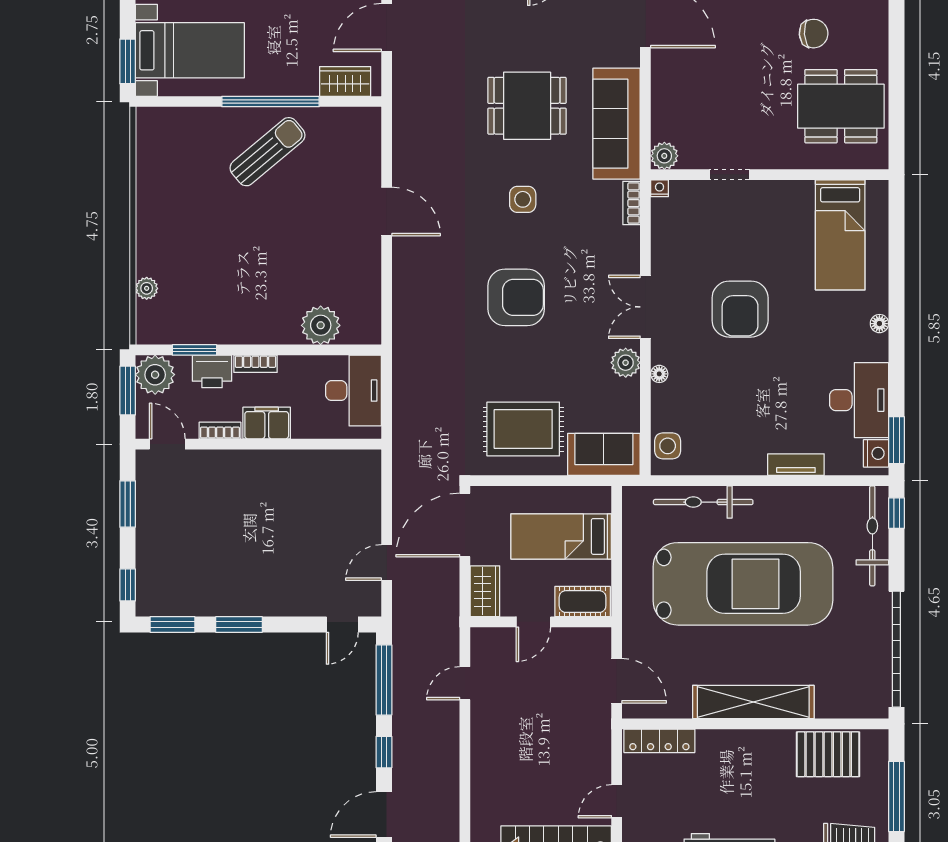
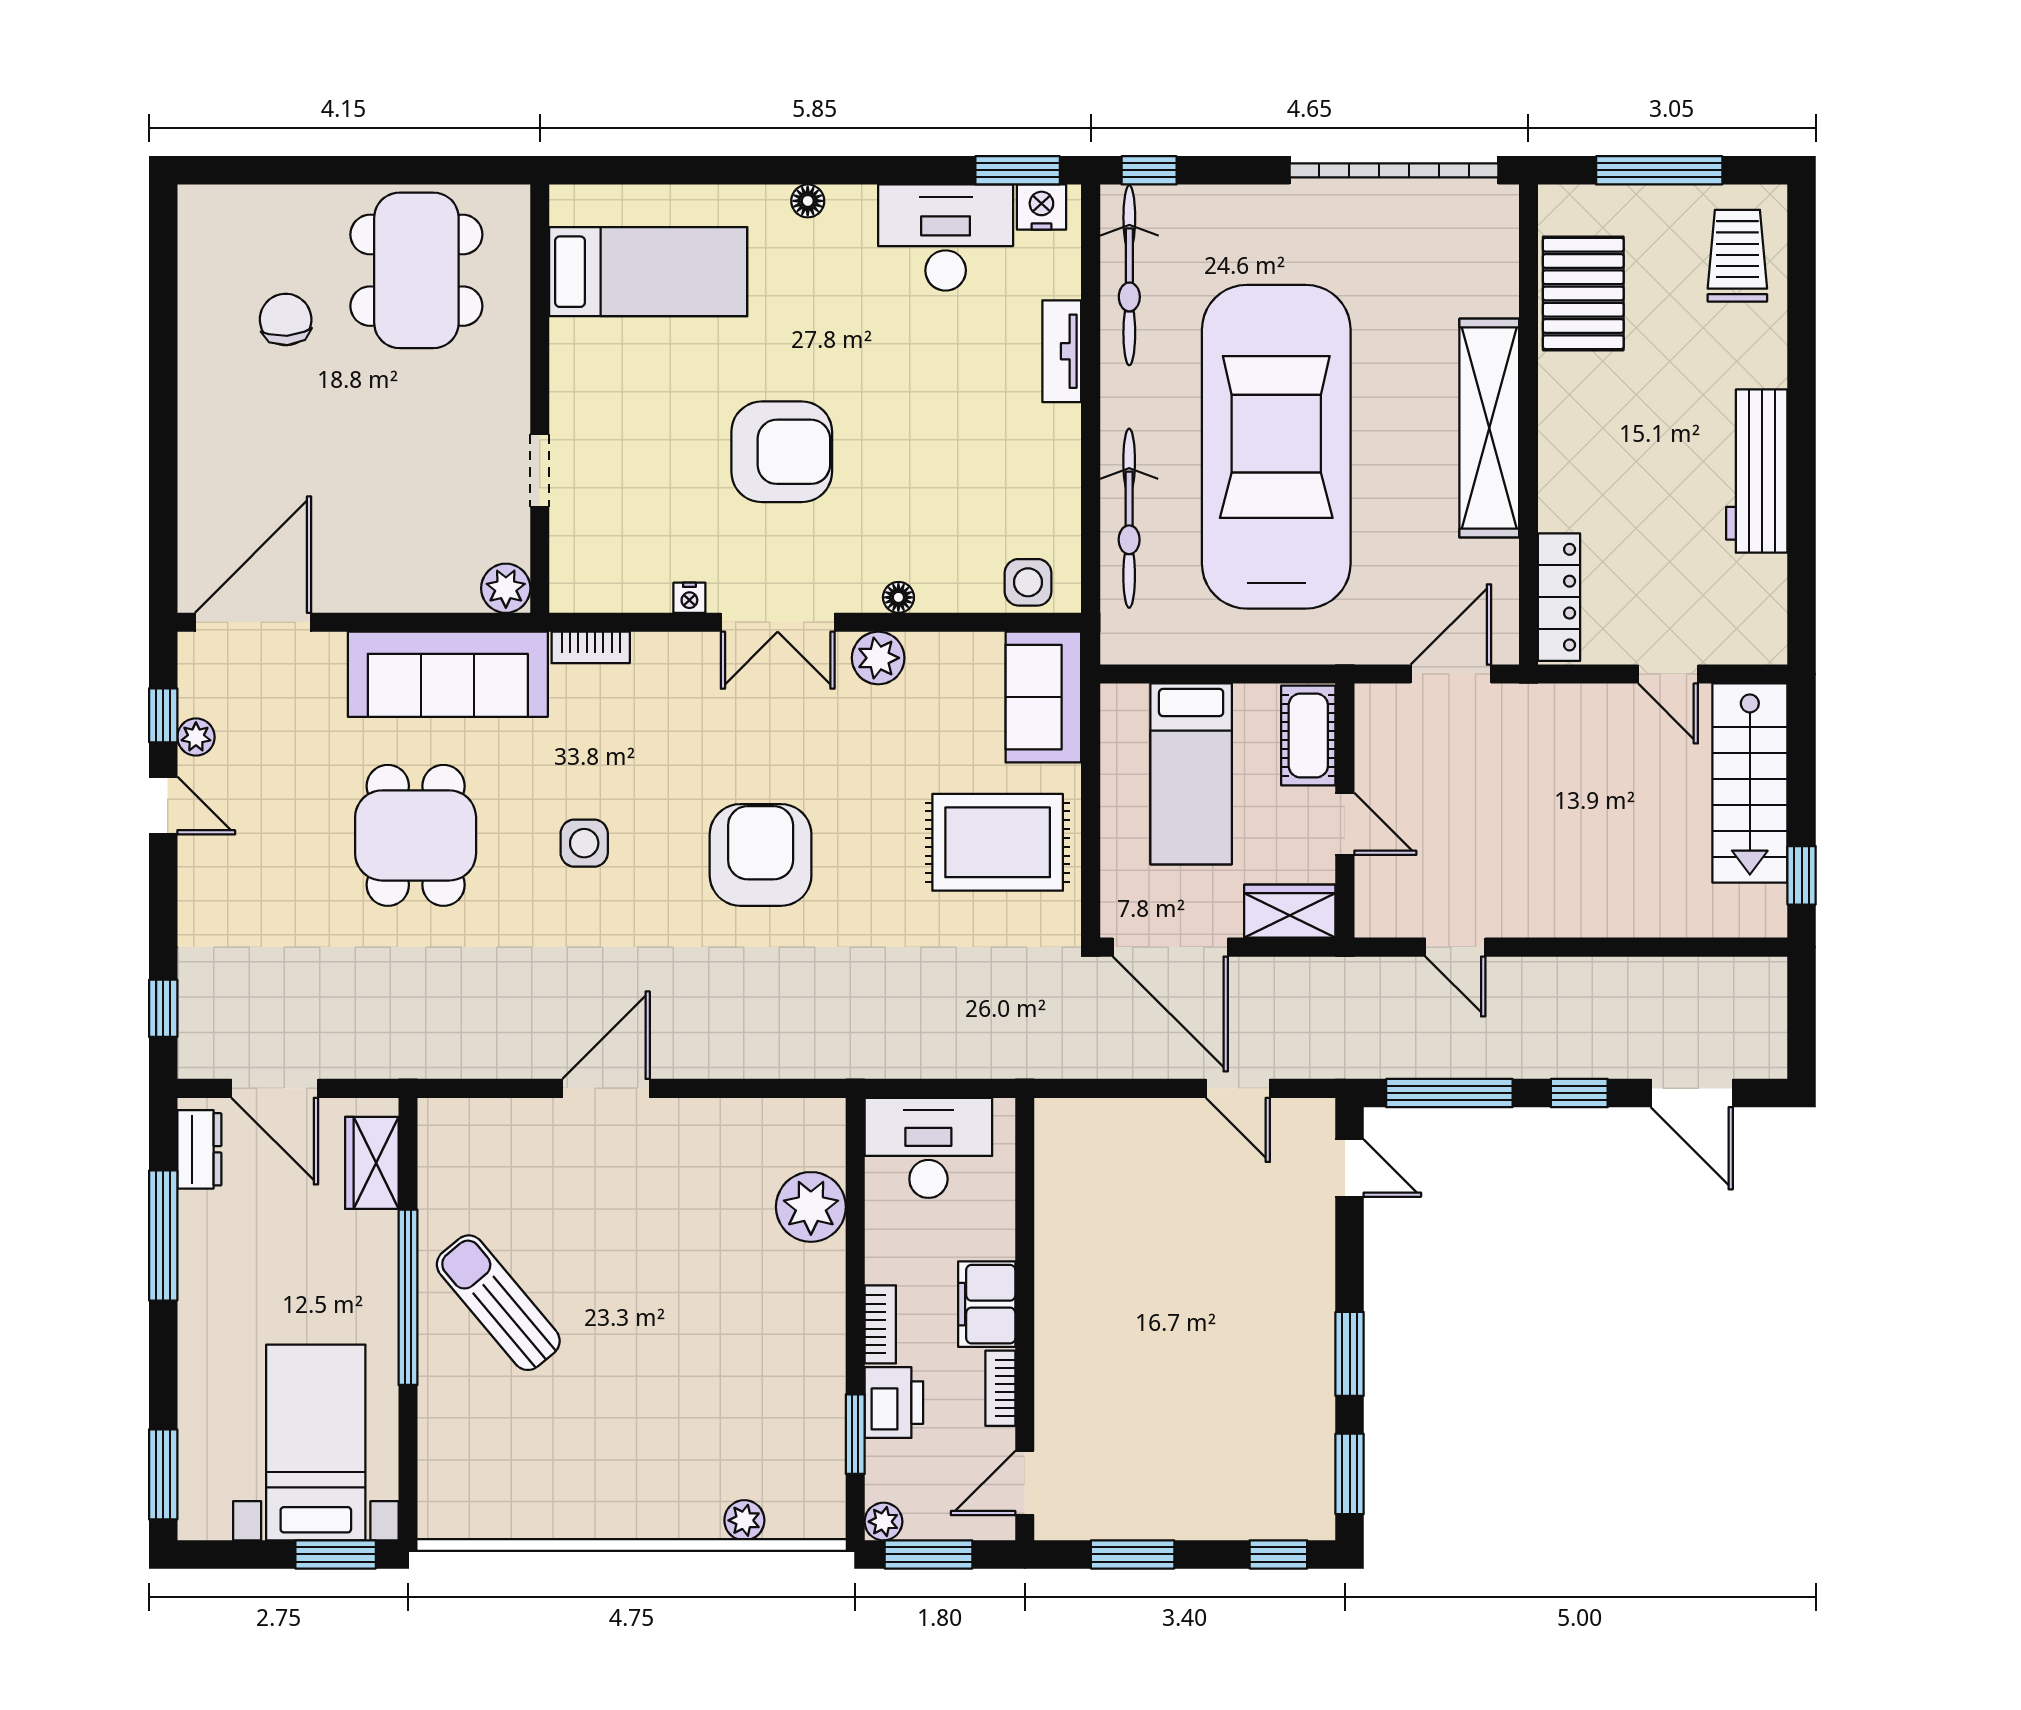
nightstand: (660, 188) -> (689, 598), moved, turned -90
plant: (155, 375) -> (883, 1522), width x0.53, depth x0.53
rug: (523, 429) -> (998, 842), turned 90
bicycle: (872, 536) -> (1129, 275), moved, turned -90

